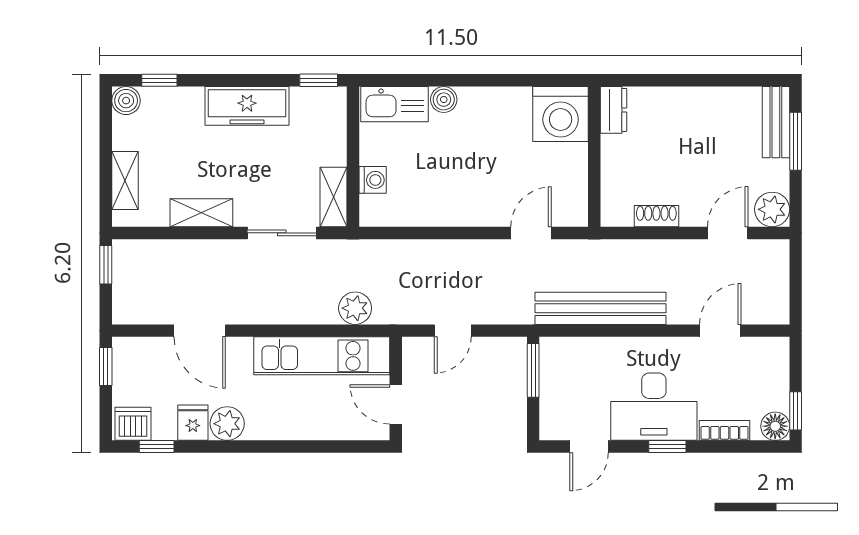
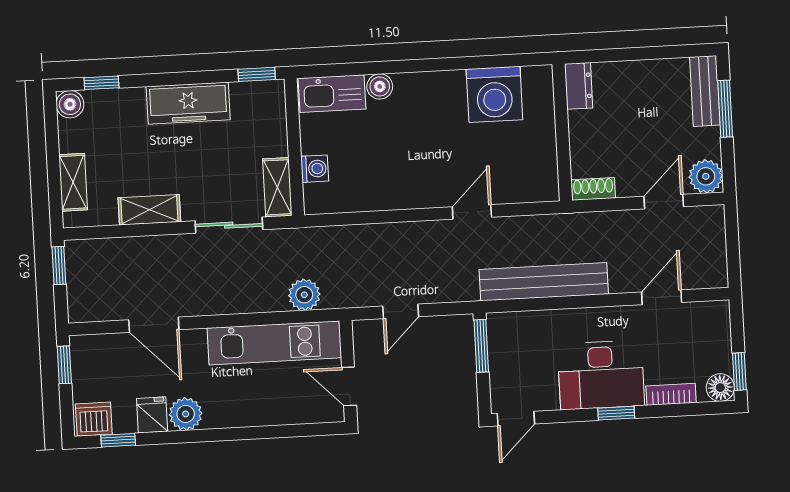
dresser: (613, 110) -> (579, 86), moved
wall: (594, 157) -> (562, 132), moved
door: (589, 447) -> (516, 419), moved

